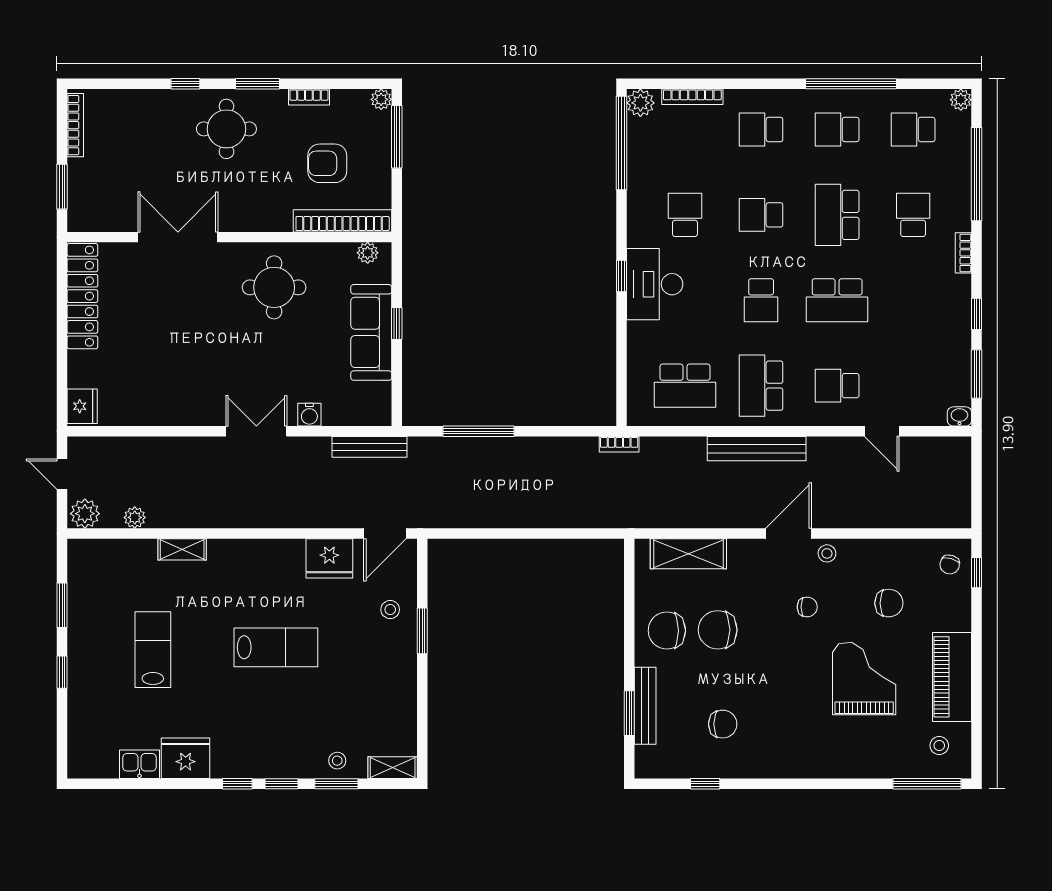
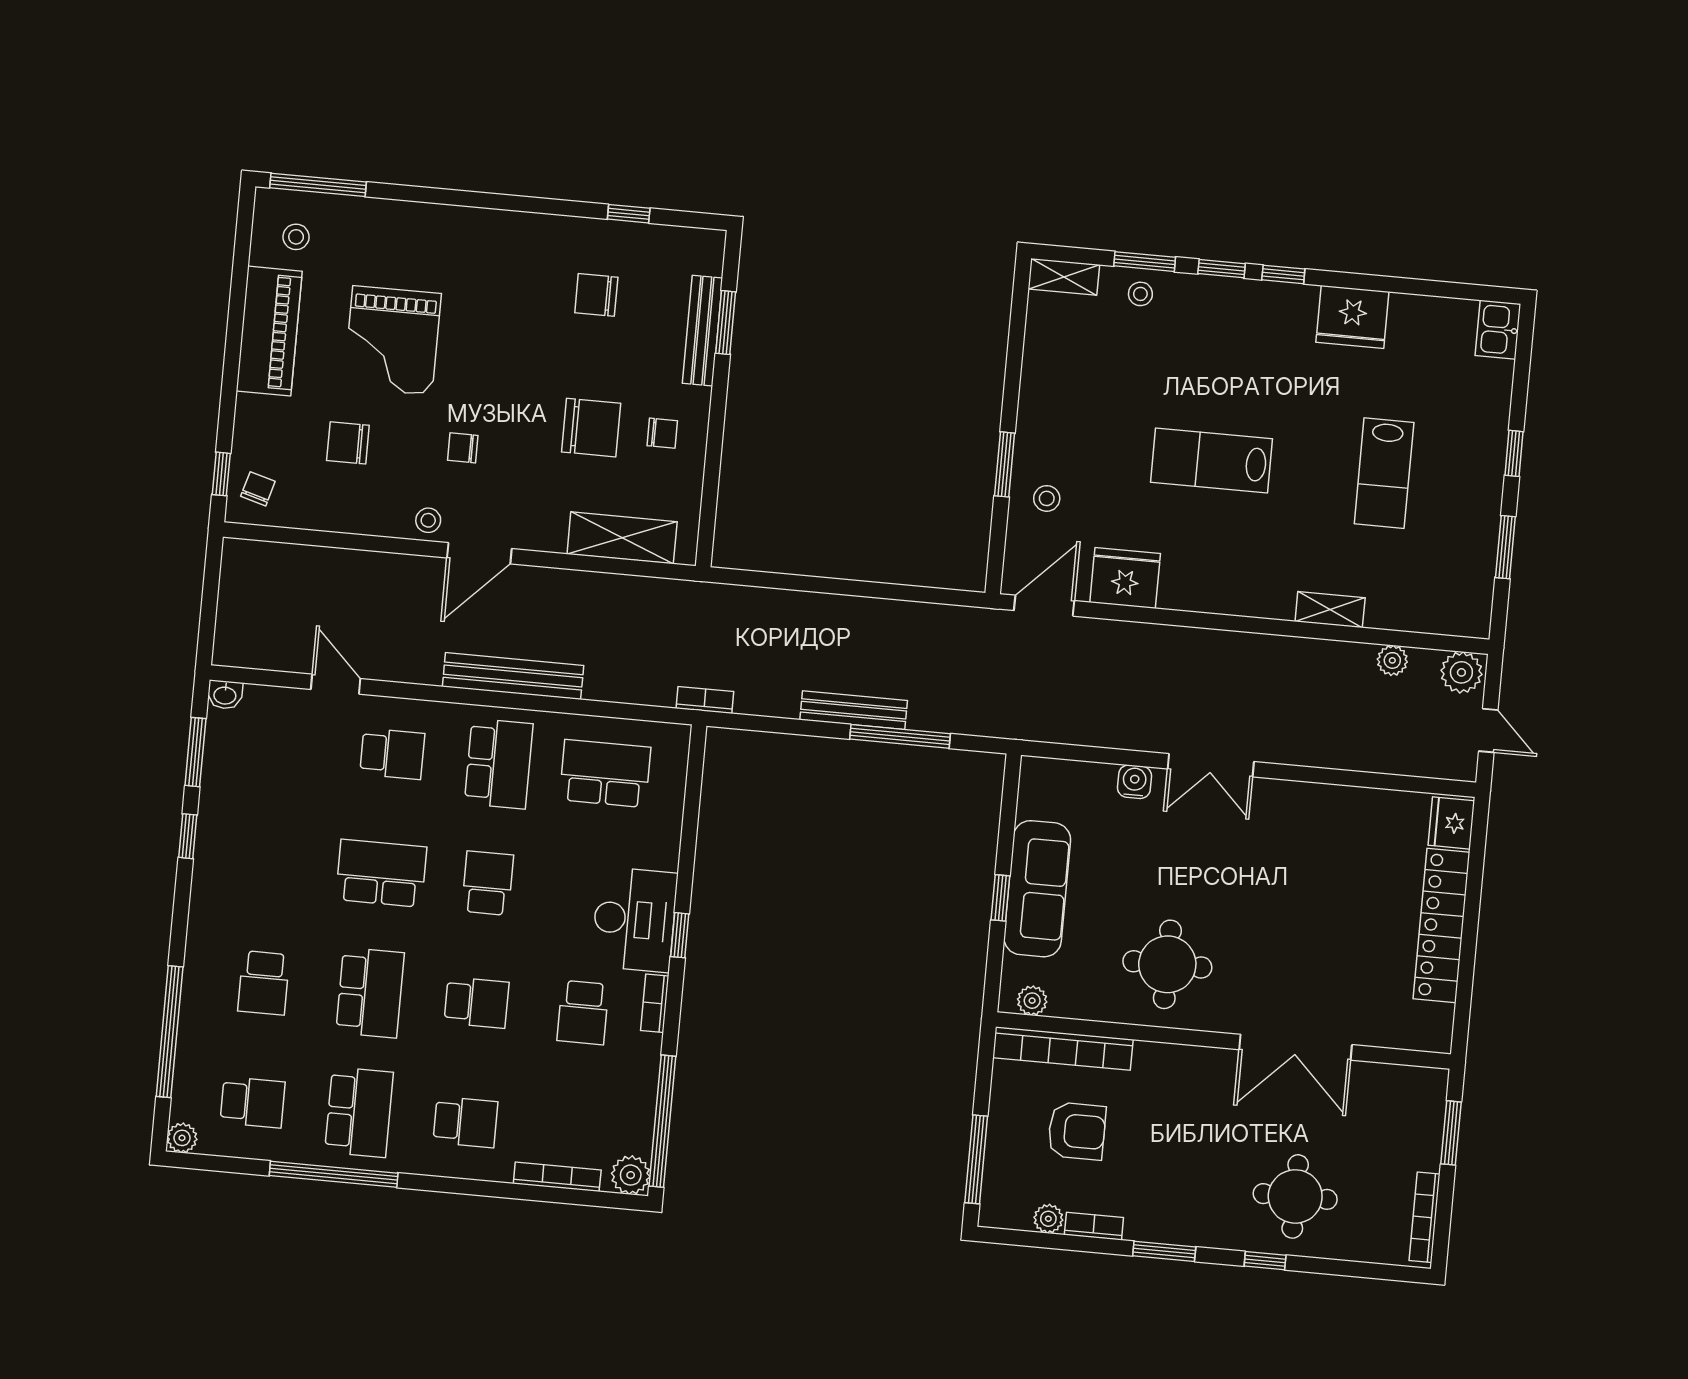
plant: (381, 99) -> (1048, 1219), moved
round table: (226, 129) -> (1295, 1196), moved
school desk: (837, 129) -> (359, 1112), width x1.85
bookcase: (963, 253) -> (655, 1003), moved, turned 180
locker: (82, 296) -> (1441, 926), moved
bench: (370, 447) -> (854, 710), moved
chair: (667, 631) -> (662, 433), width x0.54, depth x0.54
kitchen sink: (139, 764) -> (1498, 330), moved, turned 90

